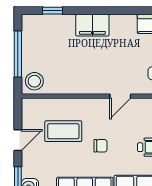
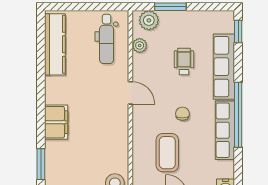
window: (52, 11) -> (41, 164), width x1.50

